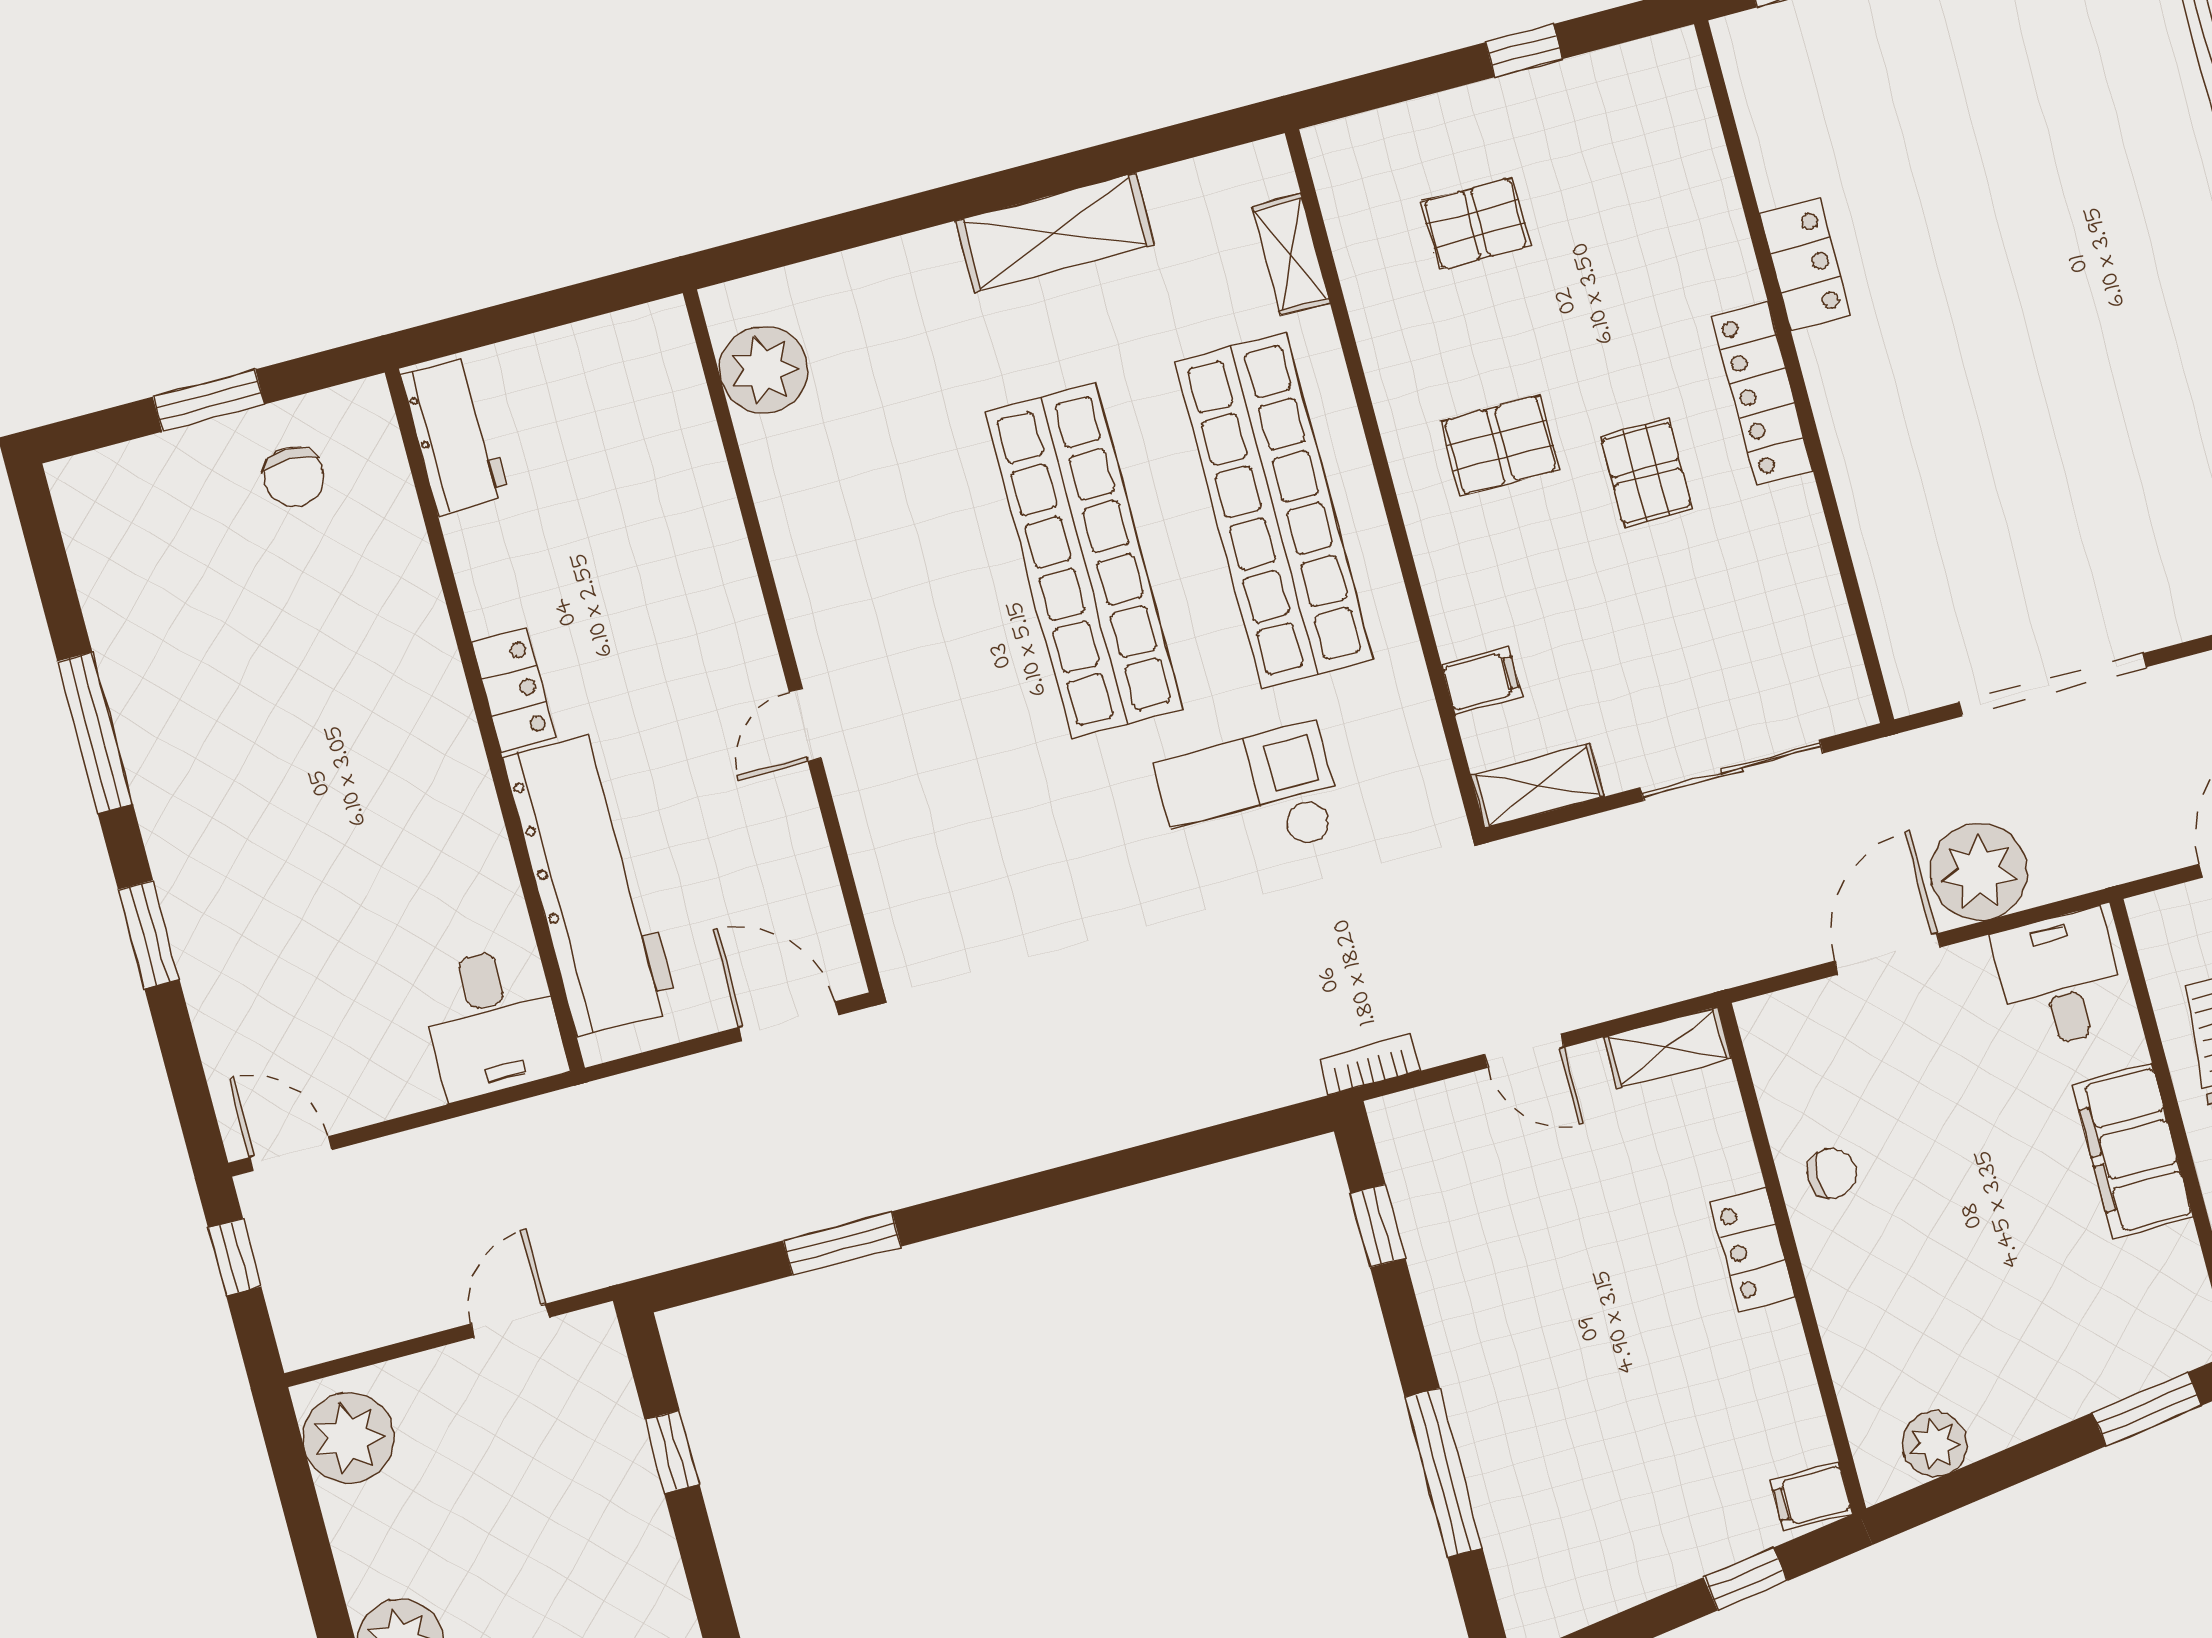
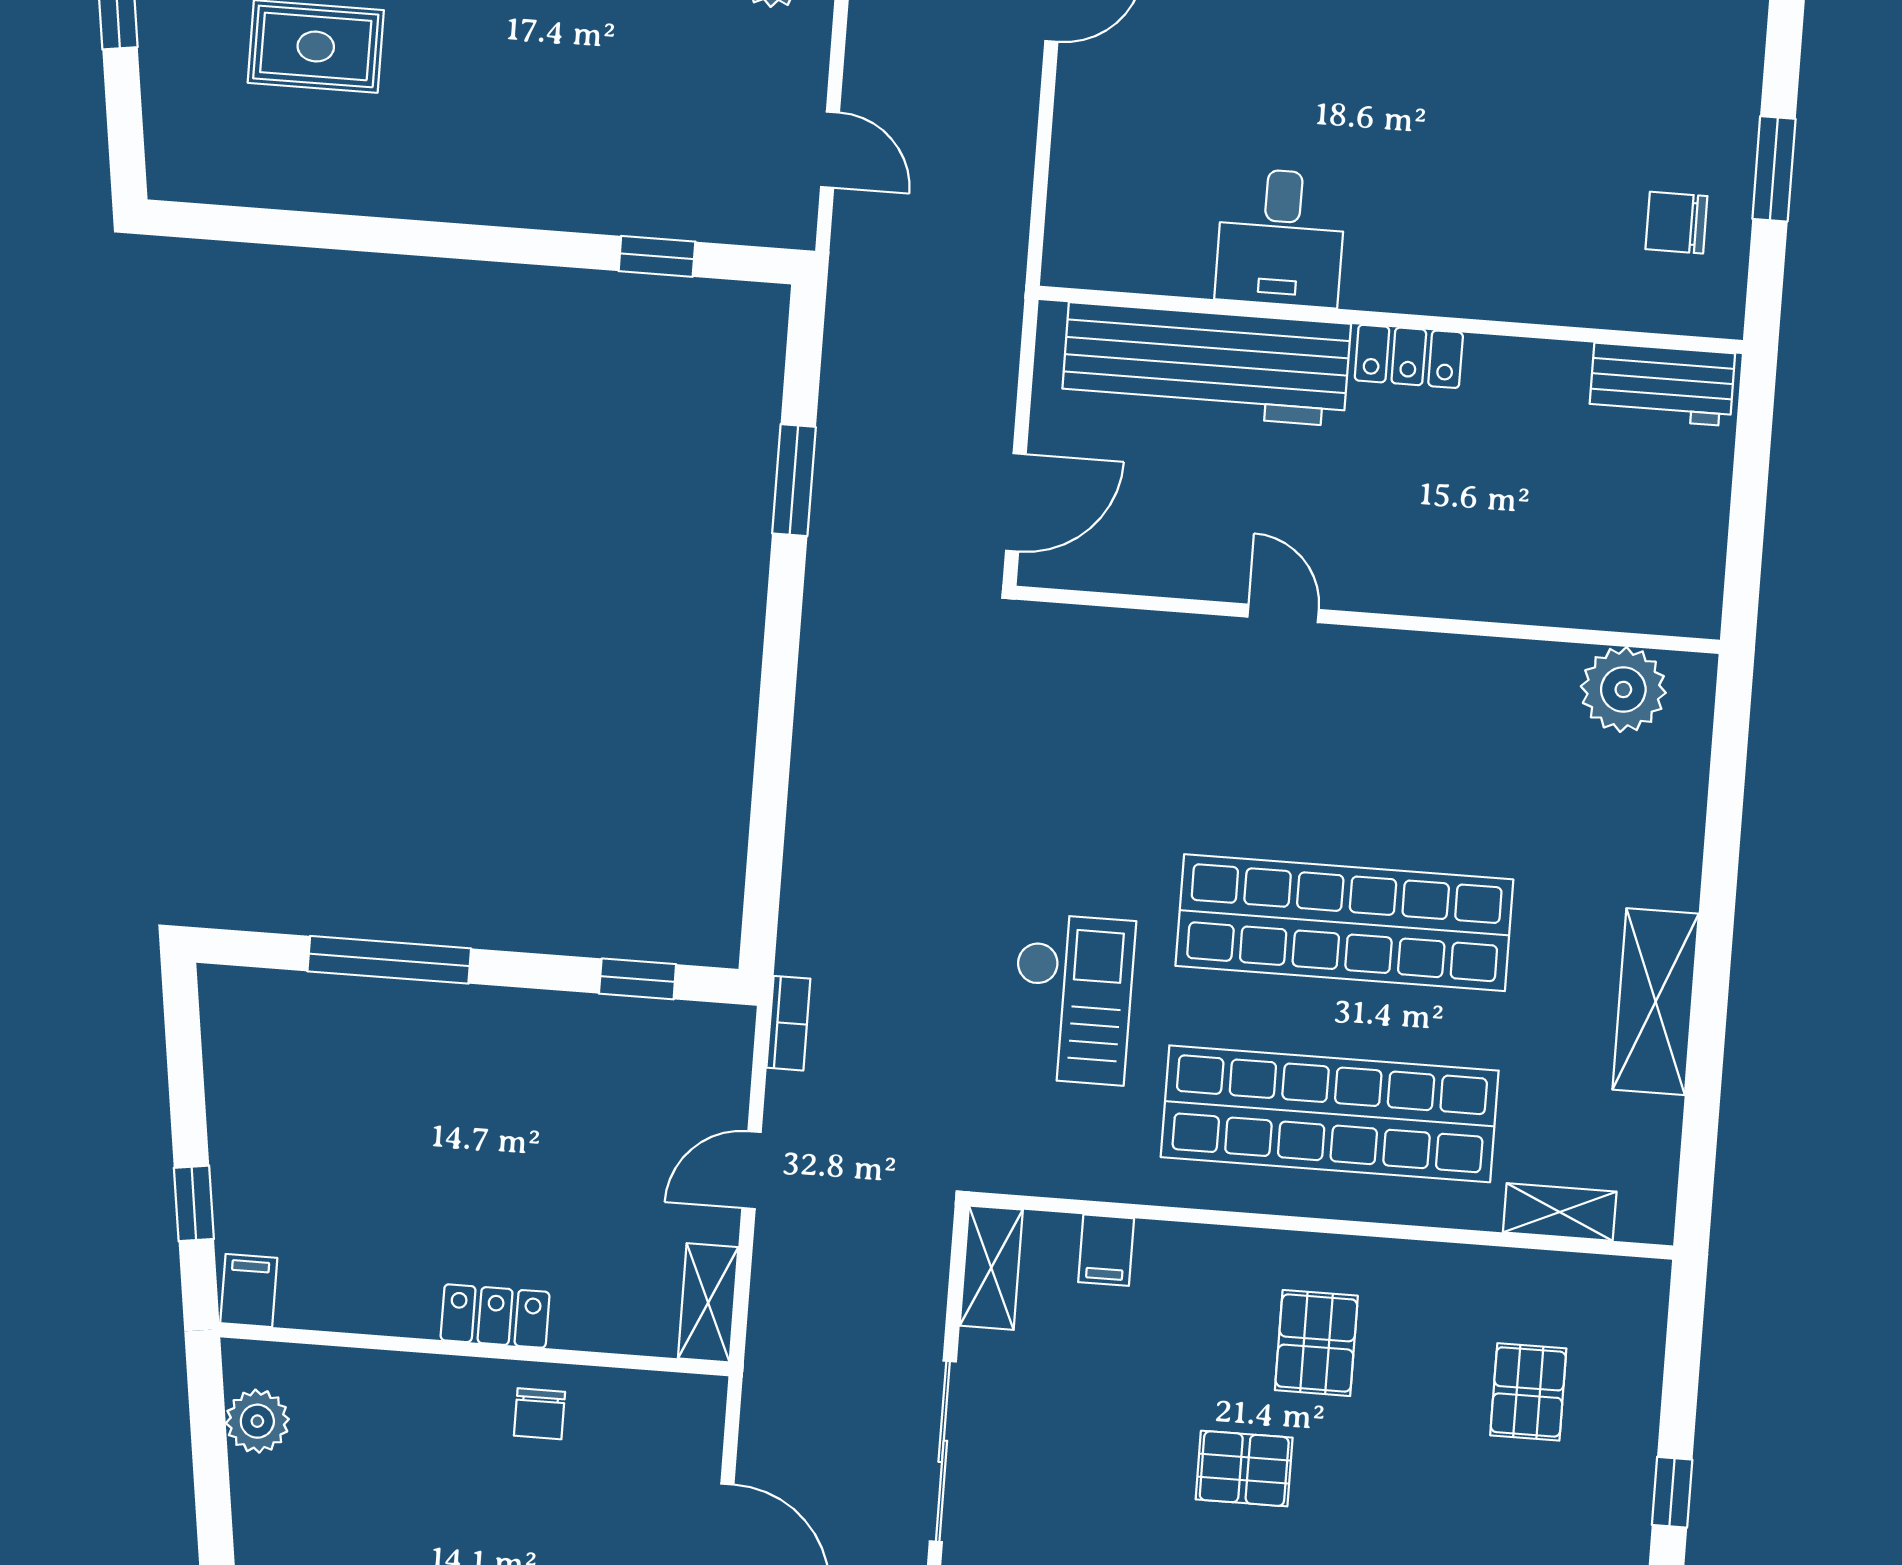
desk: (492, 1022) -> (1281, 238), moved, turned -90

